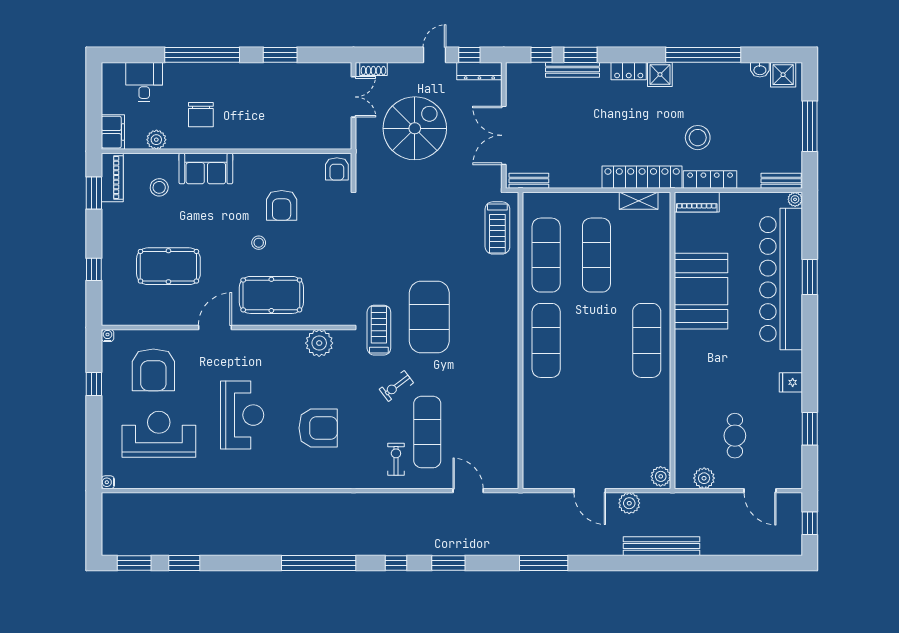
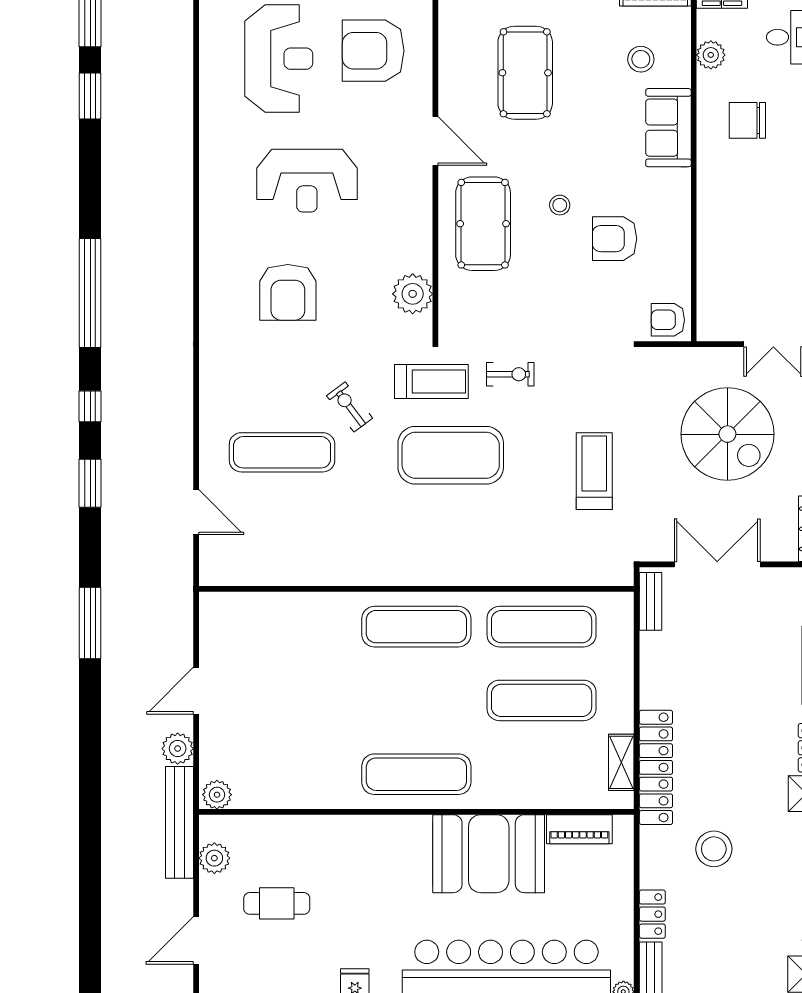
locker: (710, 180) -> (652, 914), moved, width x0.66
piano: (697, 202) -> (579, 829), moved, turned -90
treadmill: (497, 228) -> (594, 471), moved, turned 90
exercise bike: (396, 459) -> (510, 374), moved
door: (468, 491) -> (196, 512), hinge flipped
bench: (662, 546) -> (179, 822), moved

